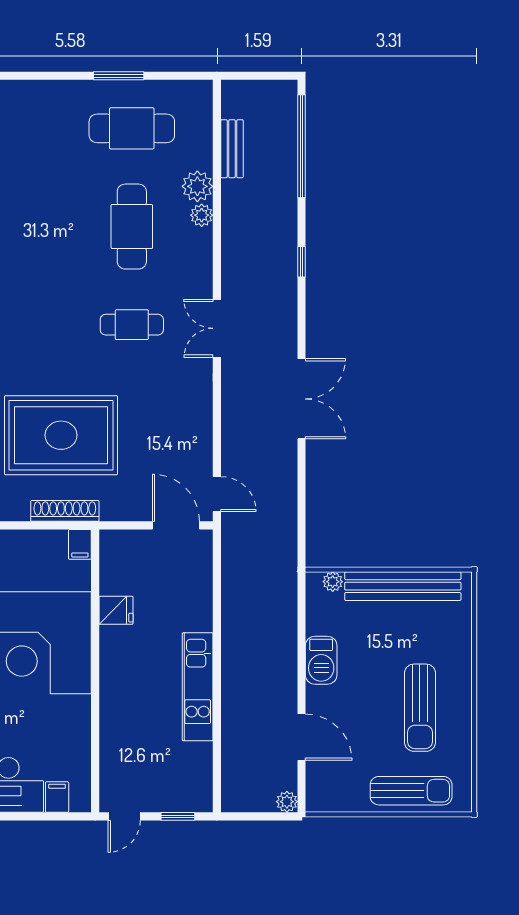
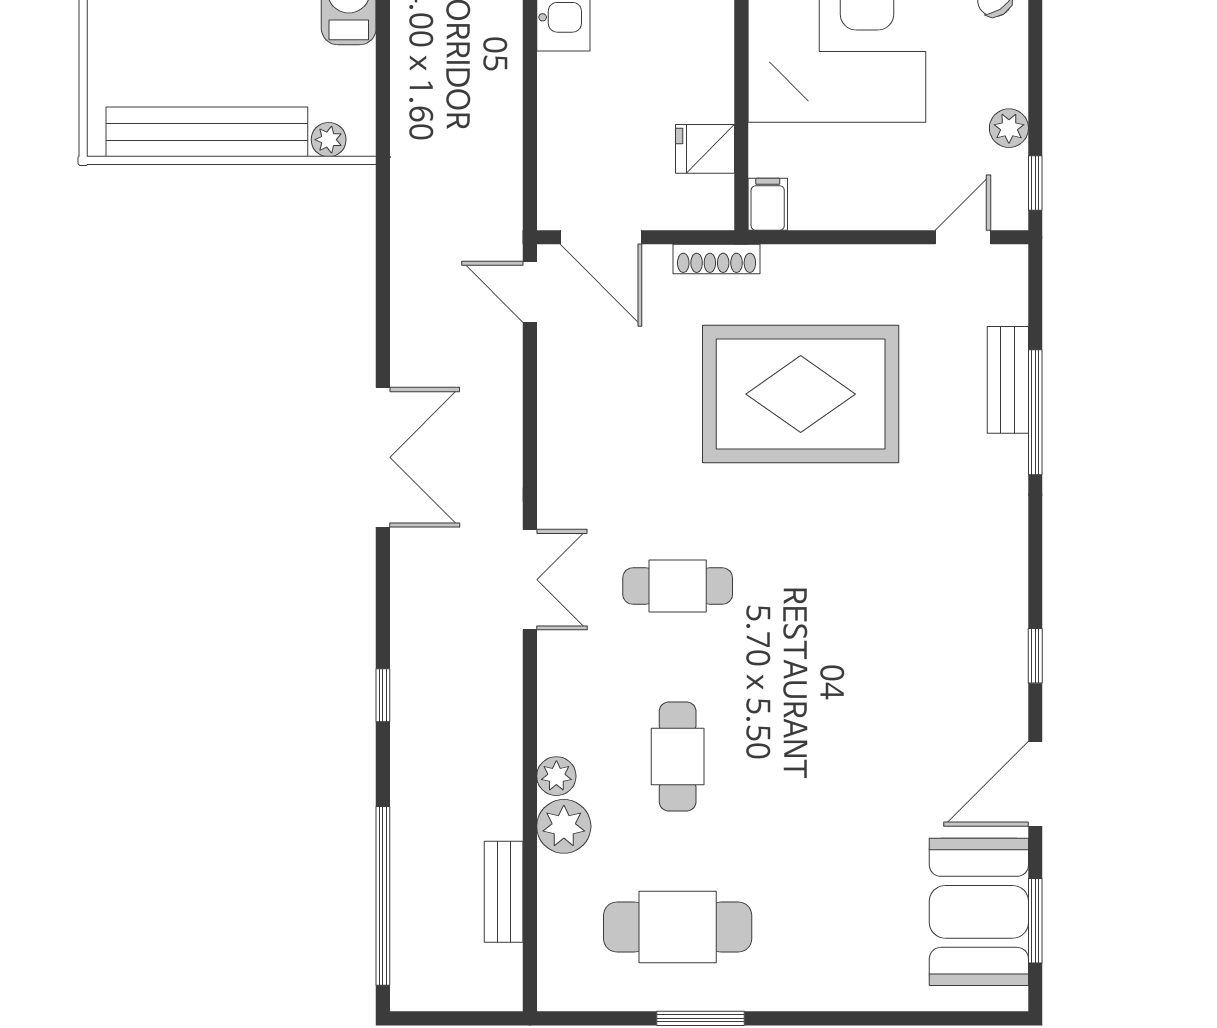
cafe table: (132, 227) -> (678, 757), width x0.73, depth x0.74
double door: (302, 399) -> (383, 457), swing flipped
shoe rack: (65, 511) -> (717, 259), moved, width x0.74, depth x0.81
fridge: (116, 610) -> (705, 149), moved

